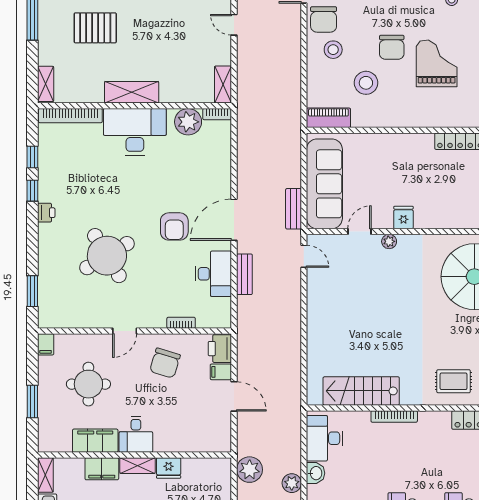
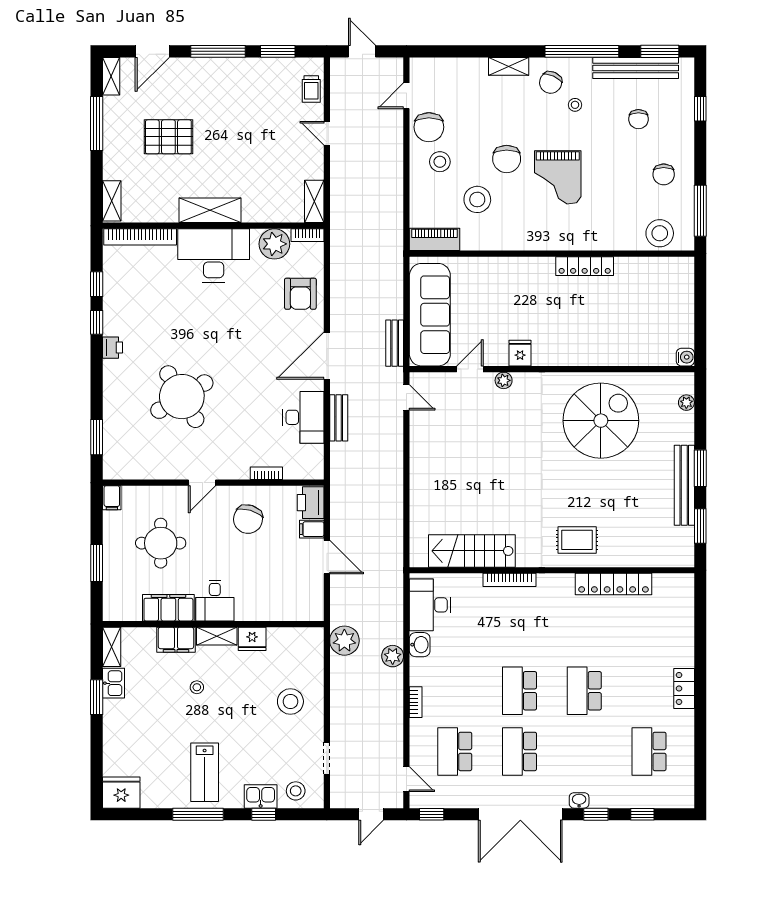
grand piano: (437, 63) -> (558, 177), turned 180
armchair: (174, 226) -> (300, 294), moved

